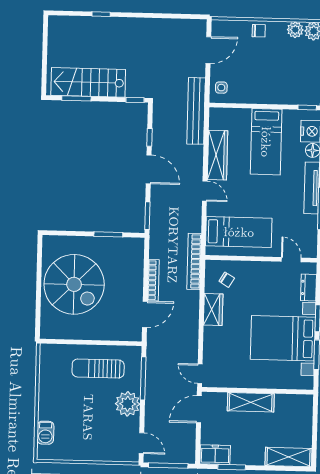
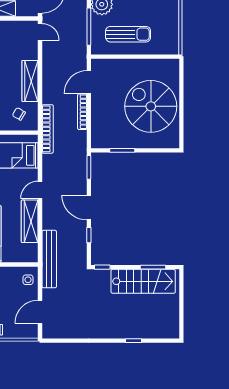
door: (205, 191) -> (40, 190), hinge flipped
wardrobe: (213, 310) -> (30, 81), width x1.50

